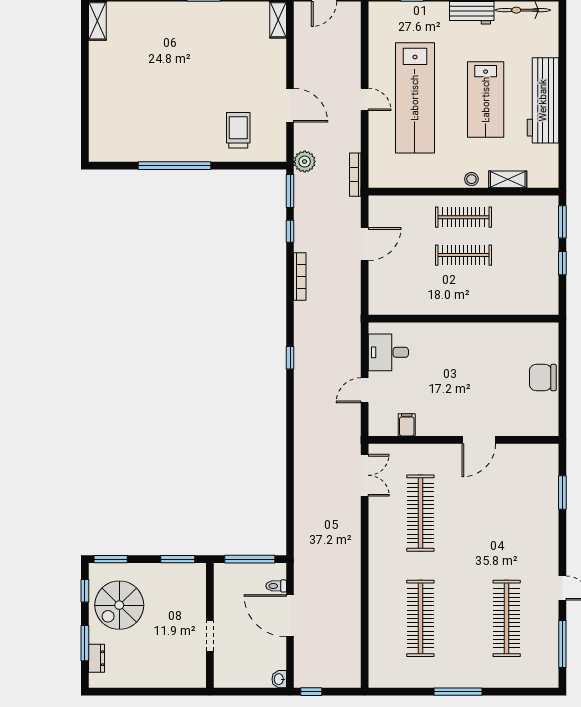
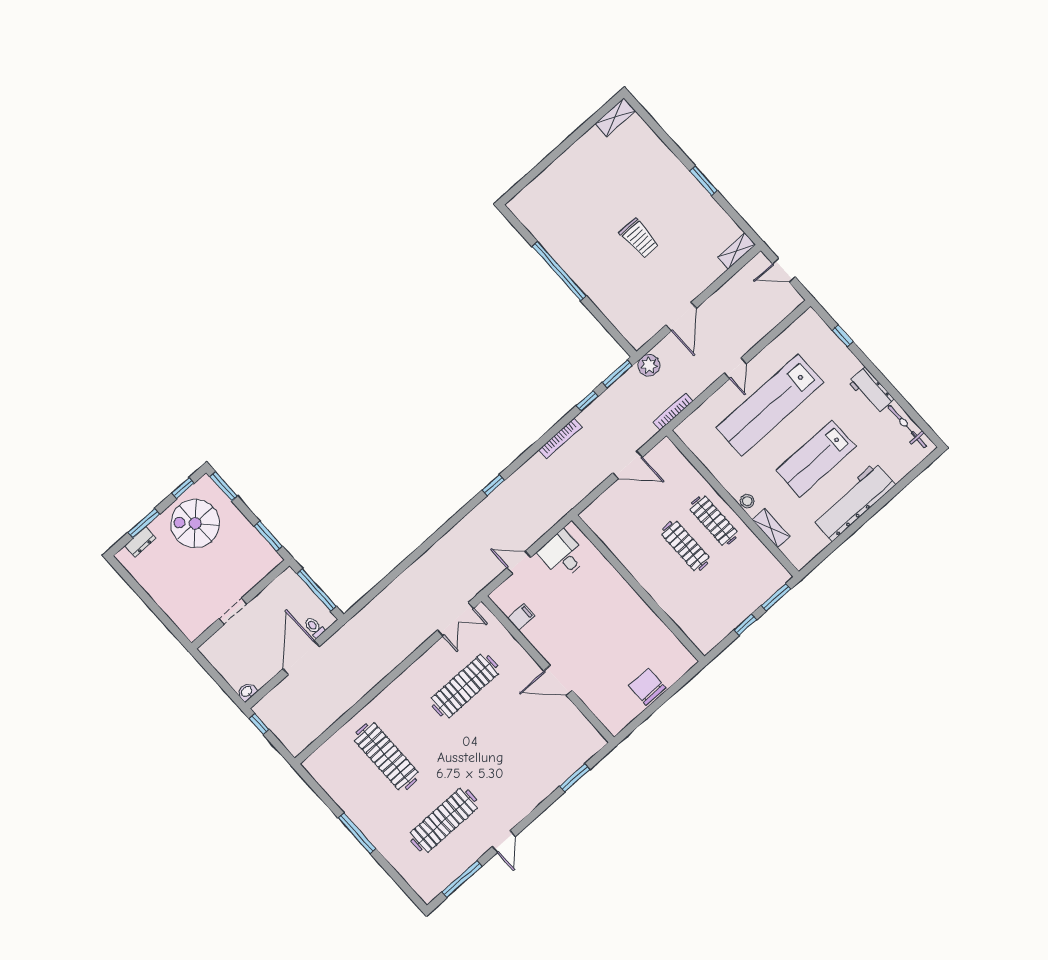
trolley: (238, 130) -> (639, 238), moved, turned 90
clothes rail: (420, 618) -> (386, 756), turned 90

